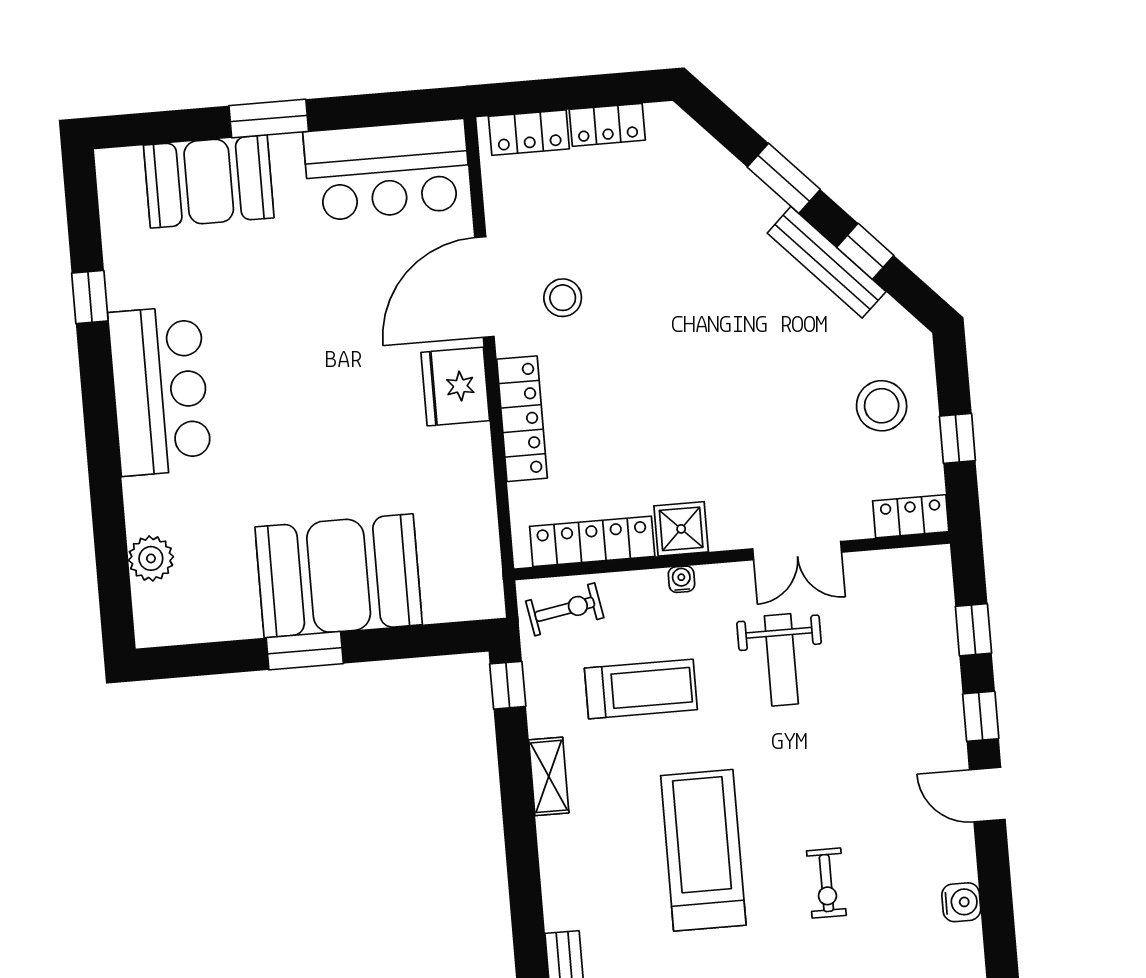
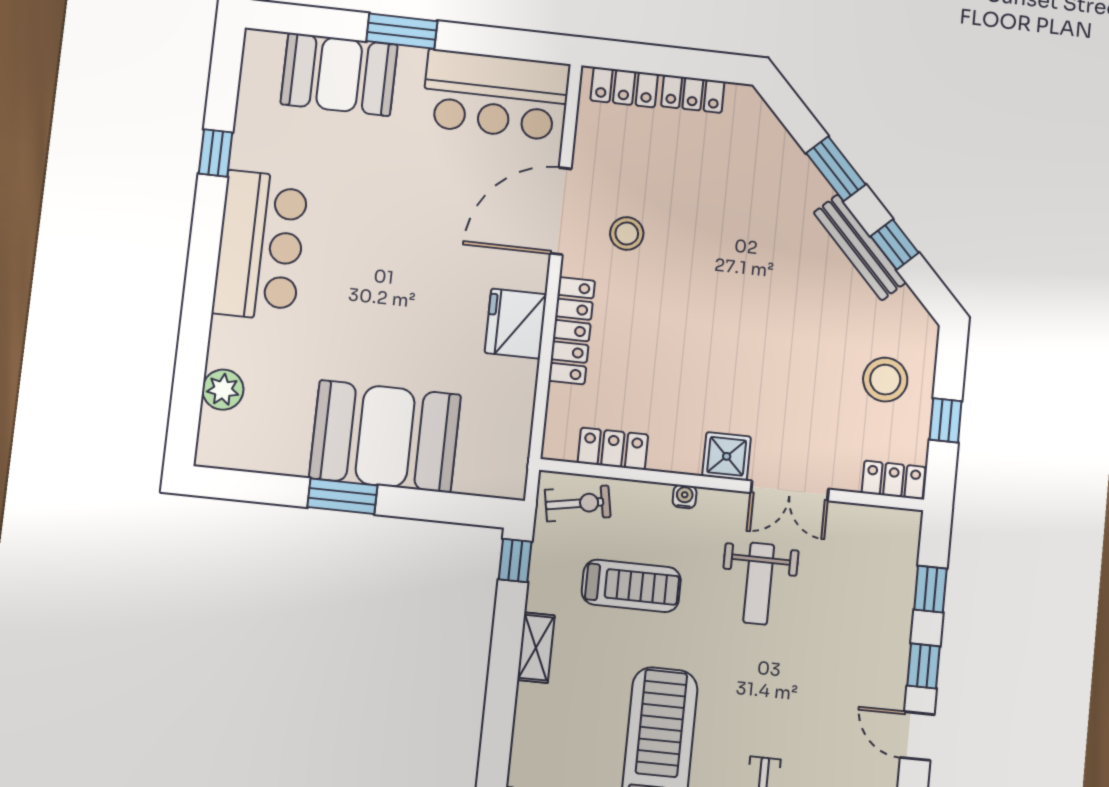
fridge: (455, 386) -> (516, 324), moved
shower: (681, 529) -> (727, 456), moved
locker: (592, 541) -> (613, 449), width x0.66

